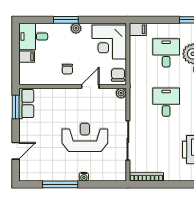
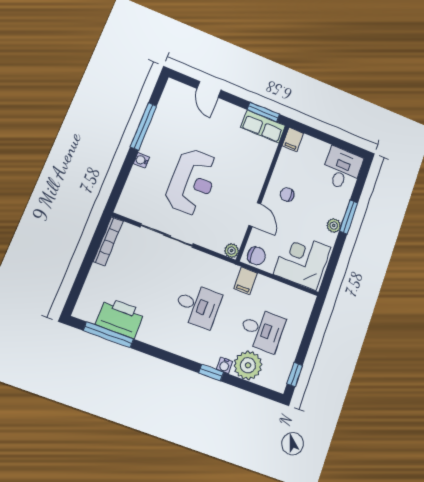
filing cabinet: (138, 29) -> (246, 281), moved
filing cabinet: (27, 57) -> (293, 139), moved

